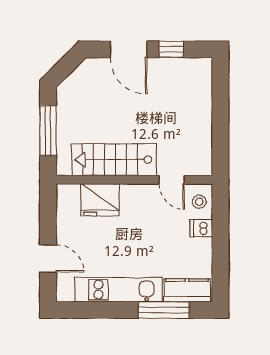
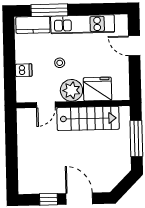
door: (172, 180) -> (46, 105), swing flipped
plant: (136, 199) -> (71, 90), added
stool: (199, 202) -> (60, 63), moved

